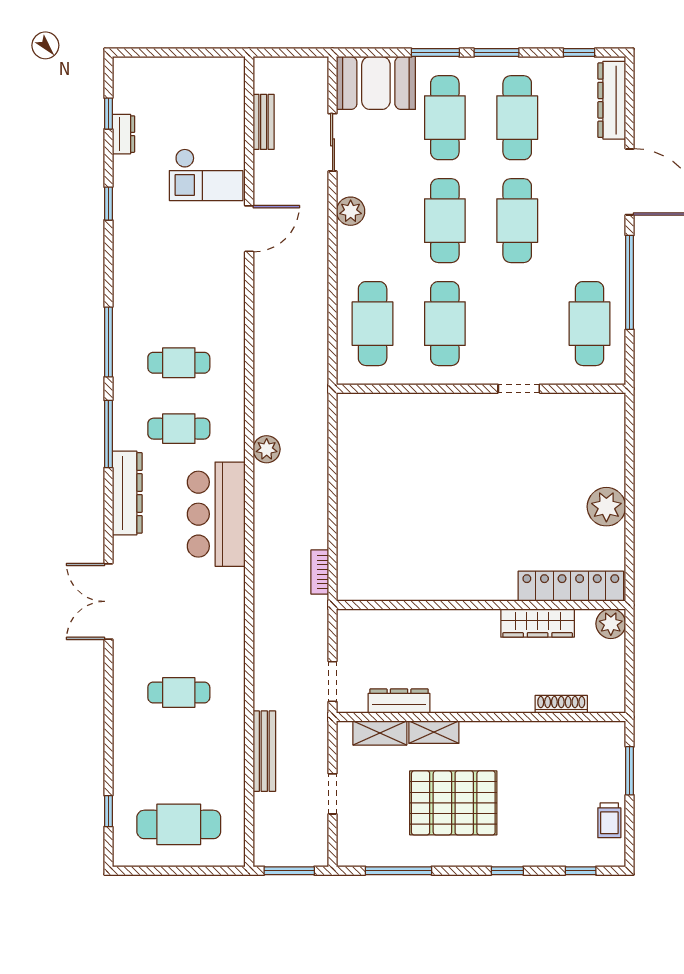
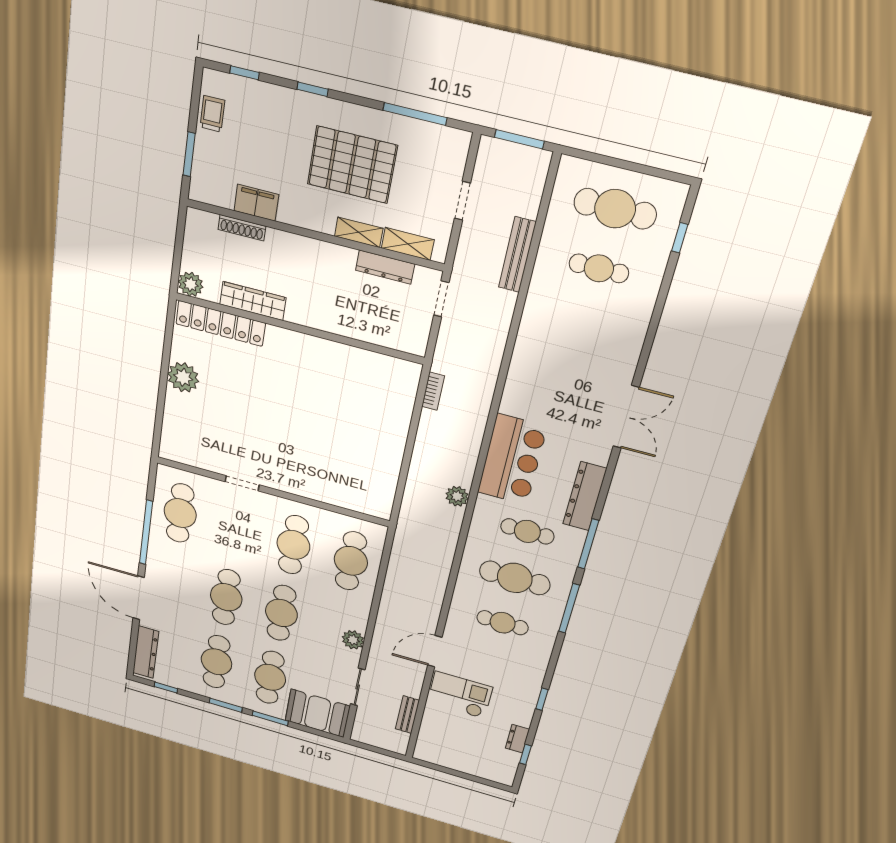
cafe table: (179, 297) -> (503, 623), added
cafe table: (179, 363) -> (515, 578), width x1.37, depth x1.35
cafe table: (179, 692) -> (599, 268), moved
filing cabinet: (549, 736) -> (256, 203), added

